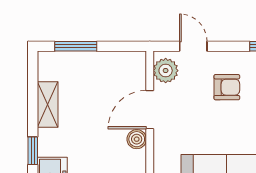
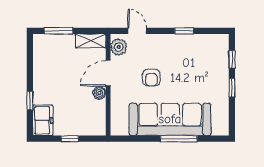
armchair: (227, 87) -> (152, 78), moved, turned 90
shelving: (48, 105) -> (90, 41), moved, turned 90

